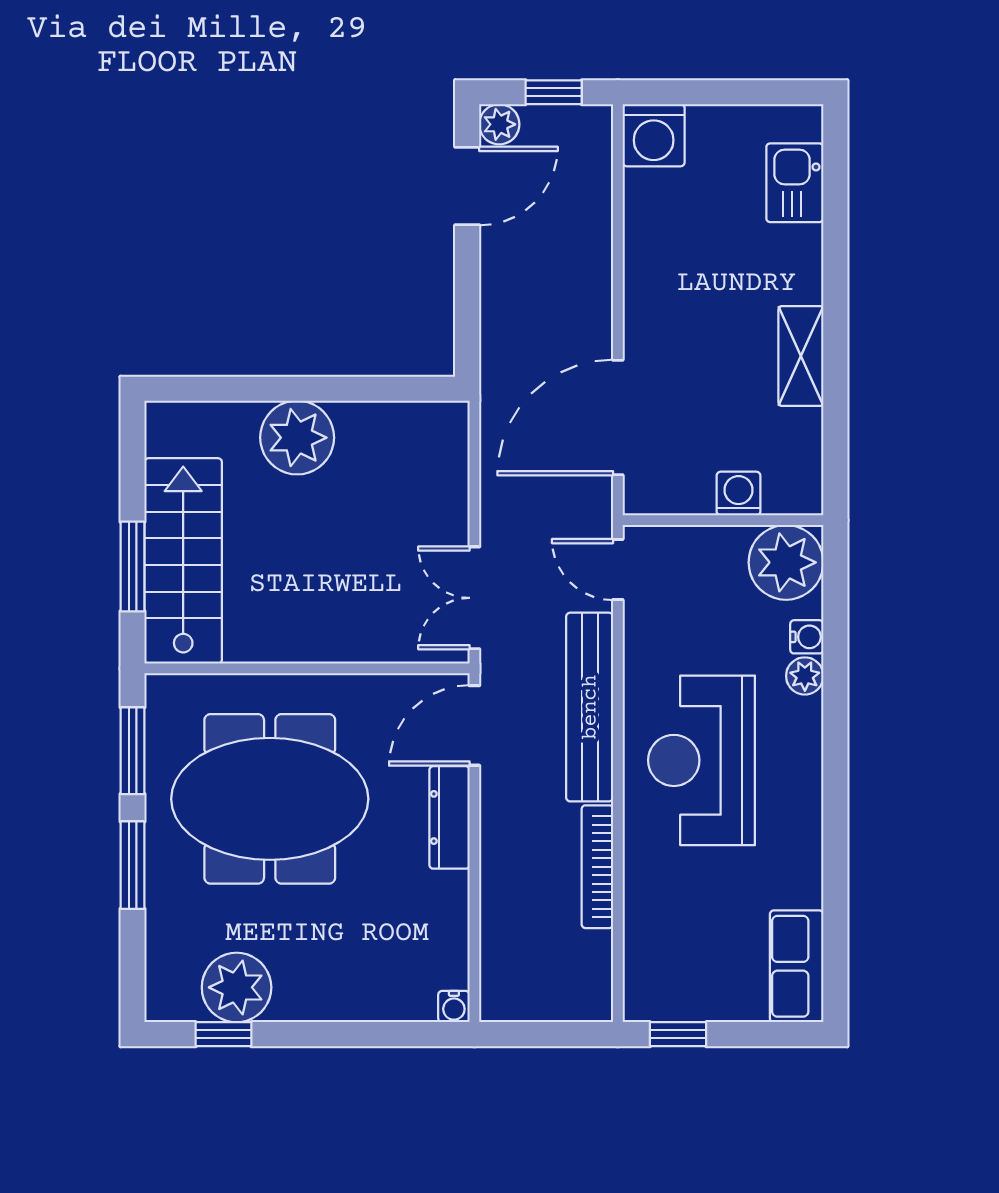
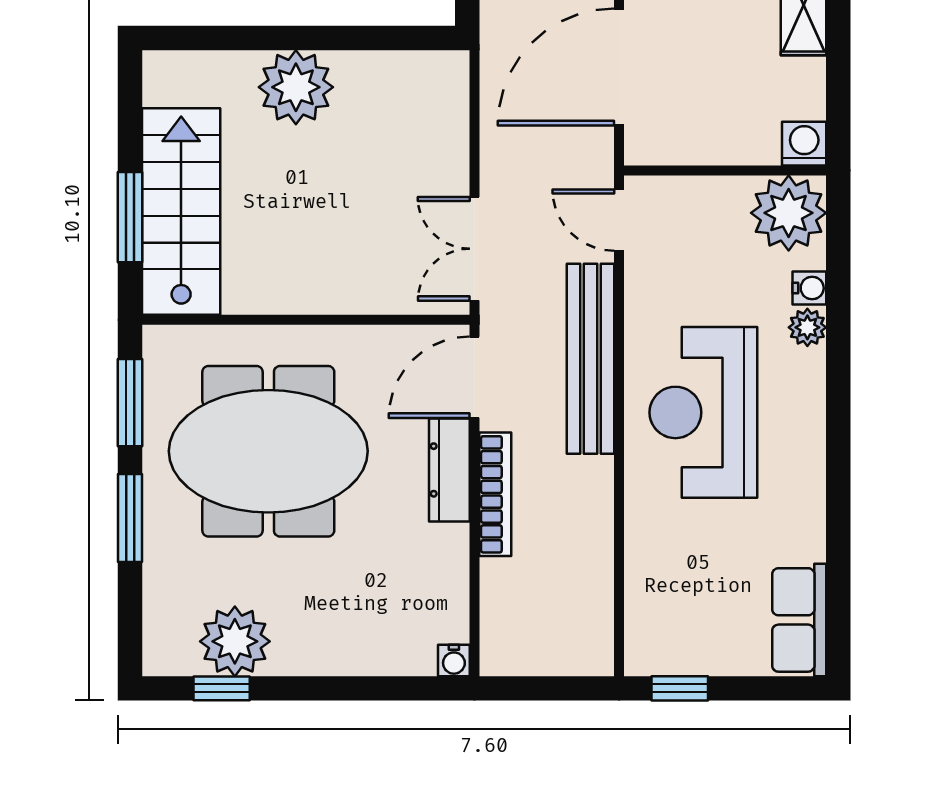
washing machine: (738, 494) -> (804, 144), moved
bookcase: (597, 867) -> (495, 494), moved, turned 180

